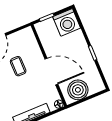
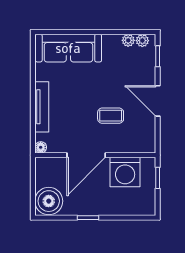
washing machine: (67, 22) -> (125, 172), moved, turned -90
boiler: (78, 90) -> (49, 201), moved

